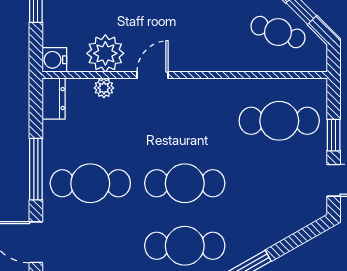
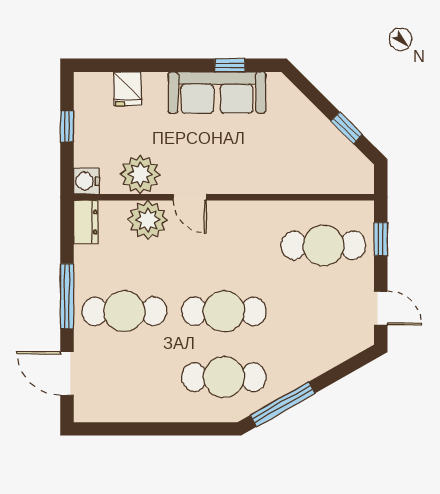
cafe table: (278, 32) -> (322, 152), removed
door: (153, 75) -> (190, 197), swing flipped
plant: (104, 88) -> (148, 220), width x1.88, depth x1.88
window: (334, 135) -> (381, 239), moved

